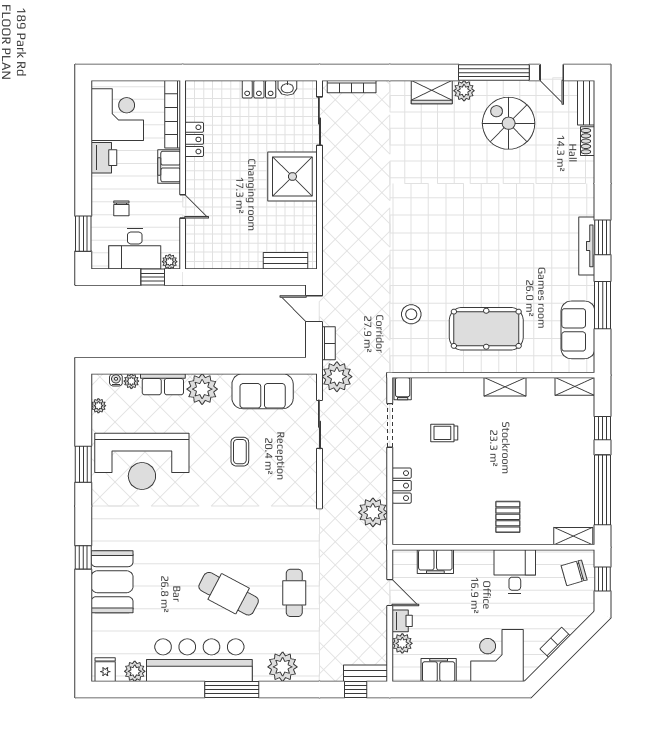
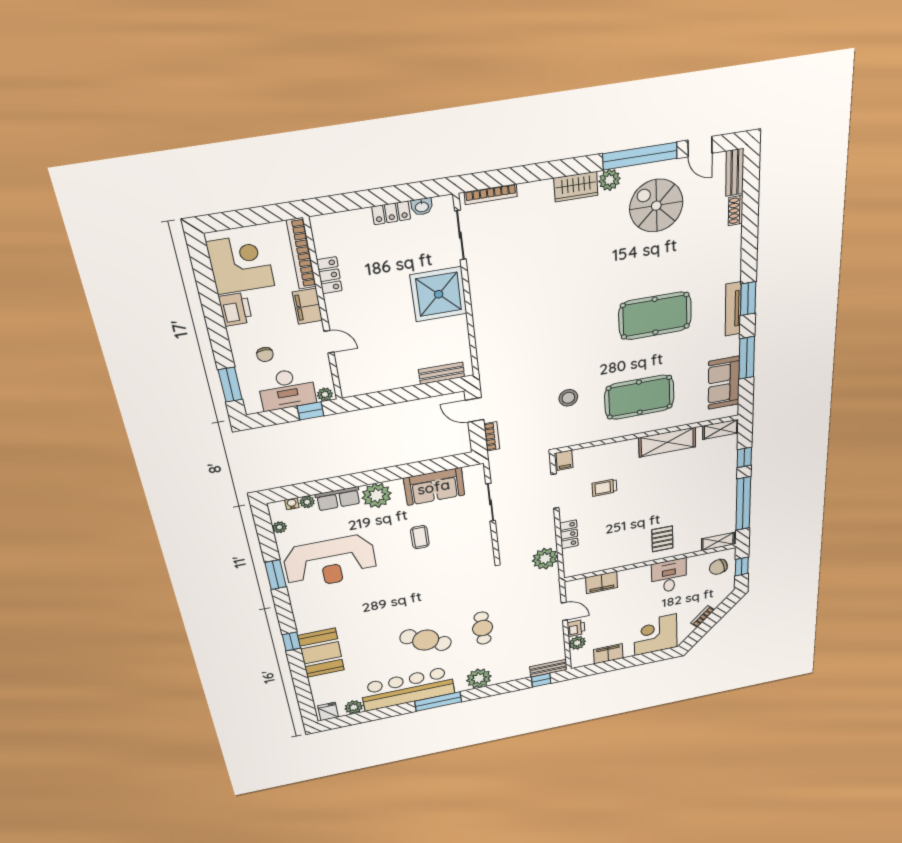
pool table: (505, 238) -> (655, 316), added
plant: (337, 377) -> (503, 462), removed
shelving: (505, 387) -> (667, 442), width x1.50, depth x1.33

